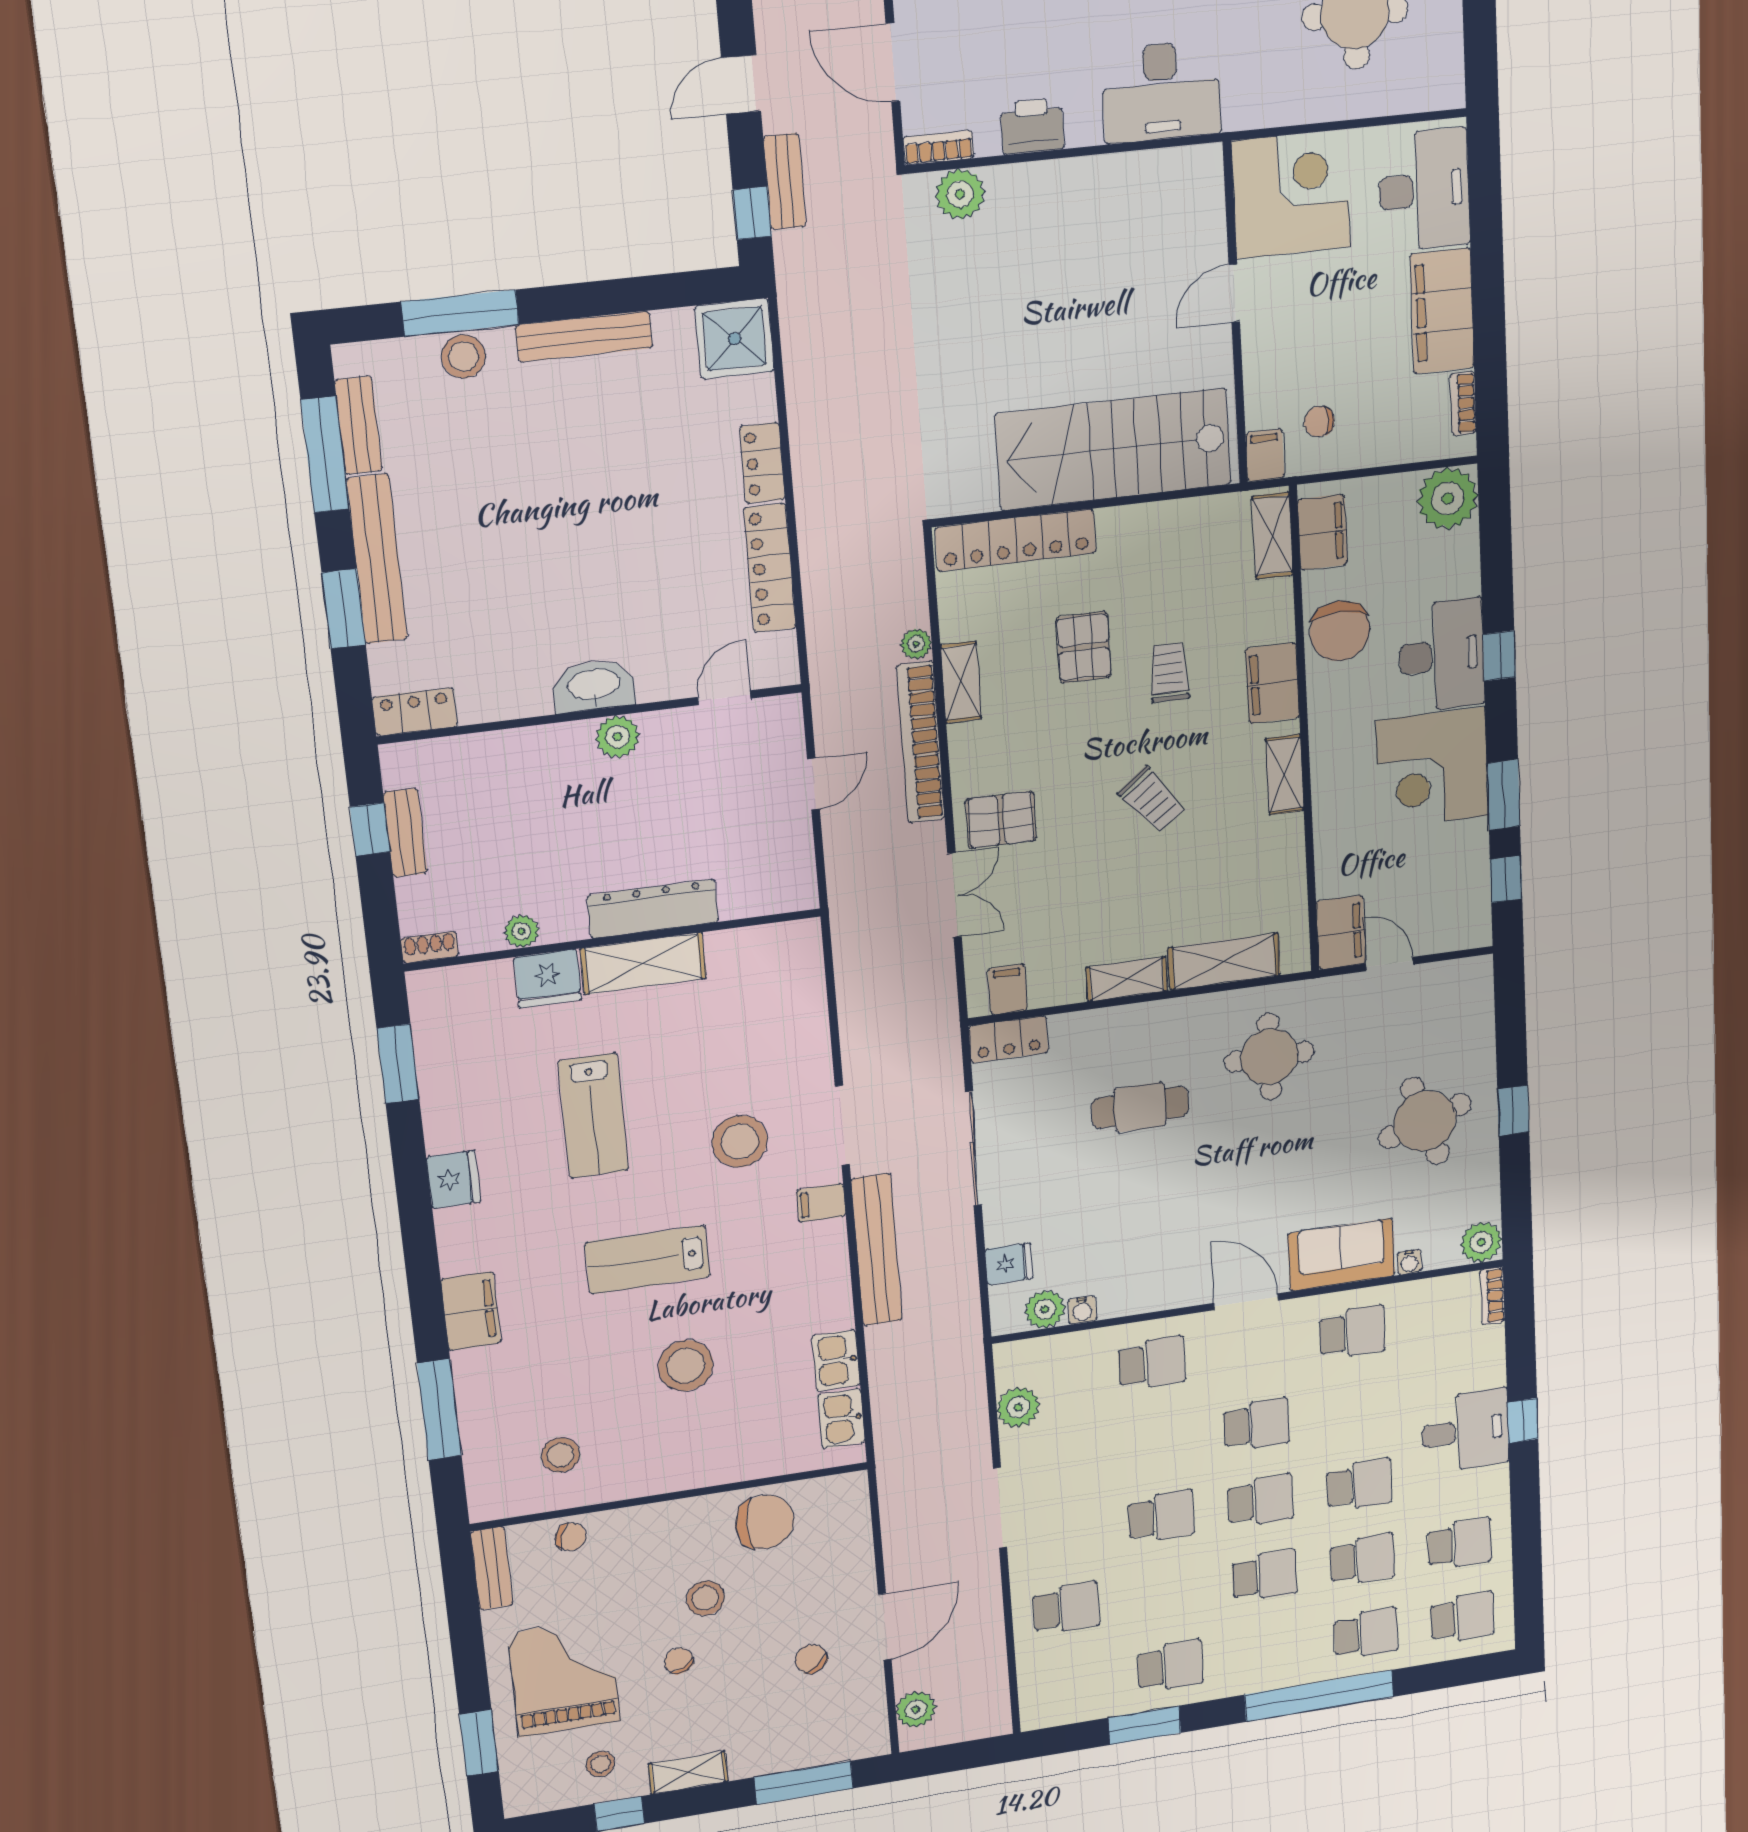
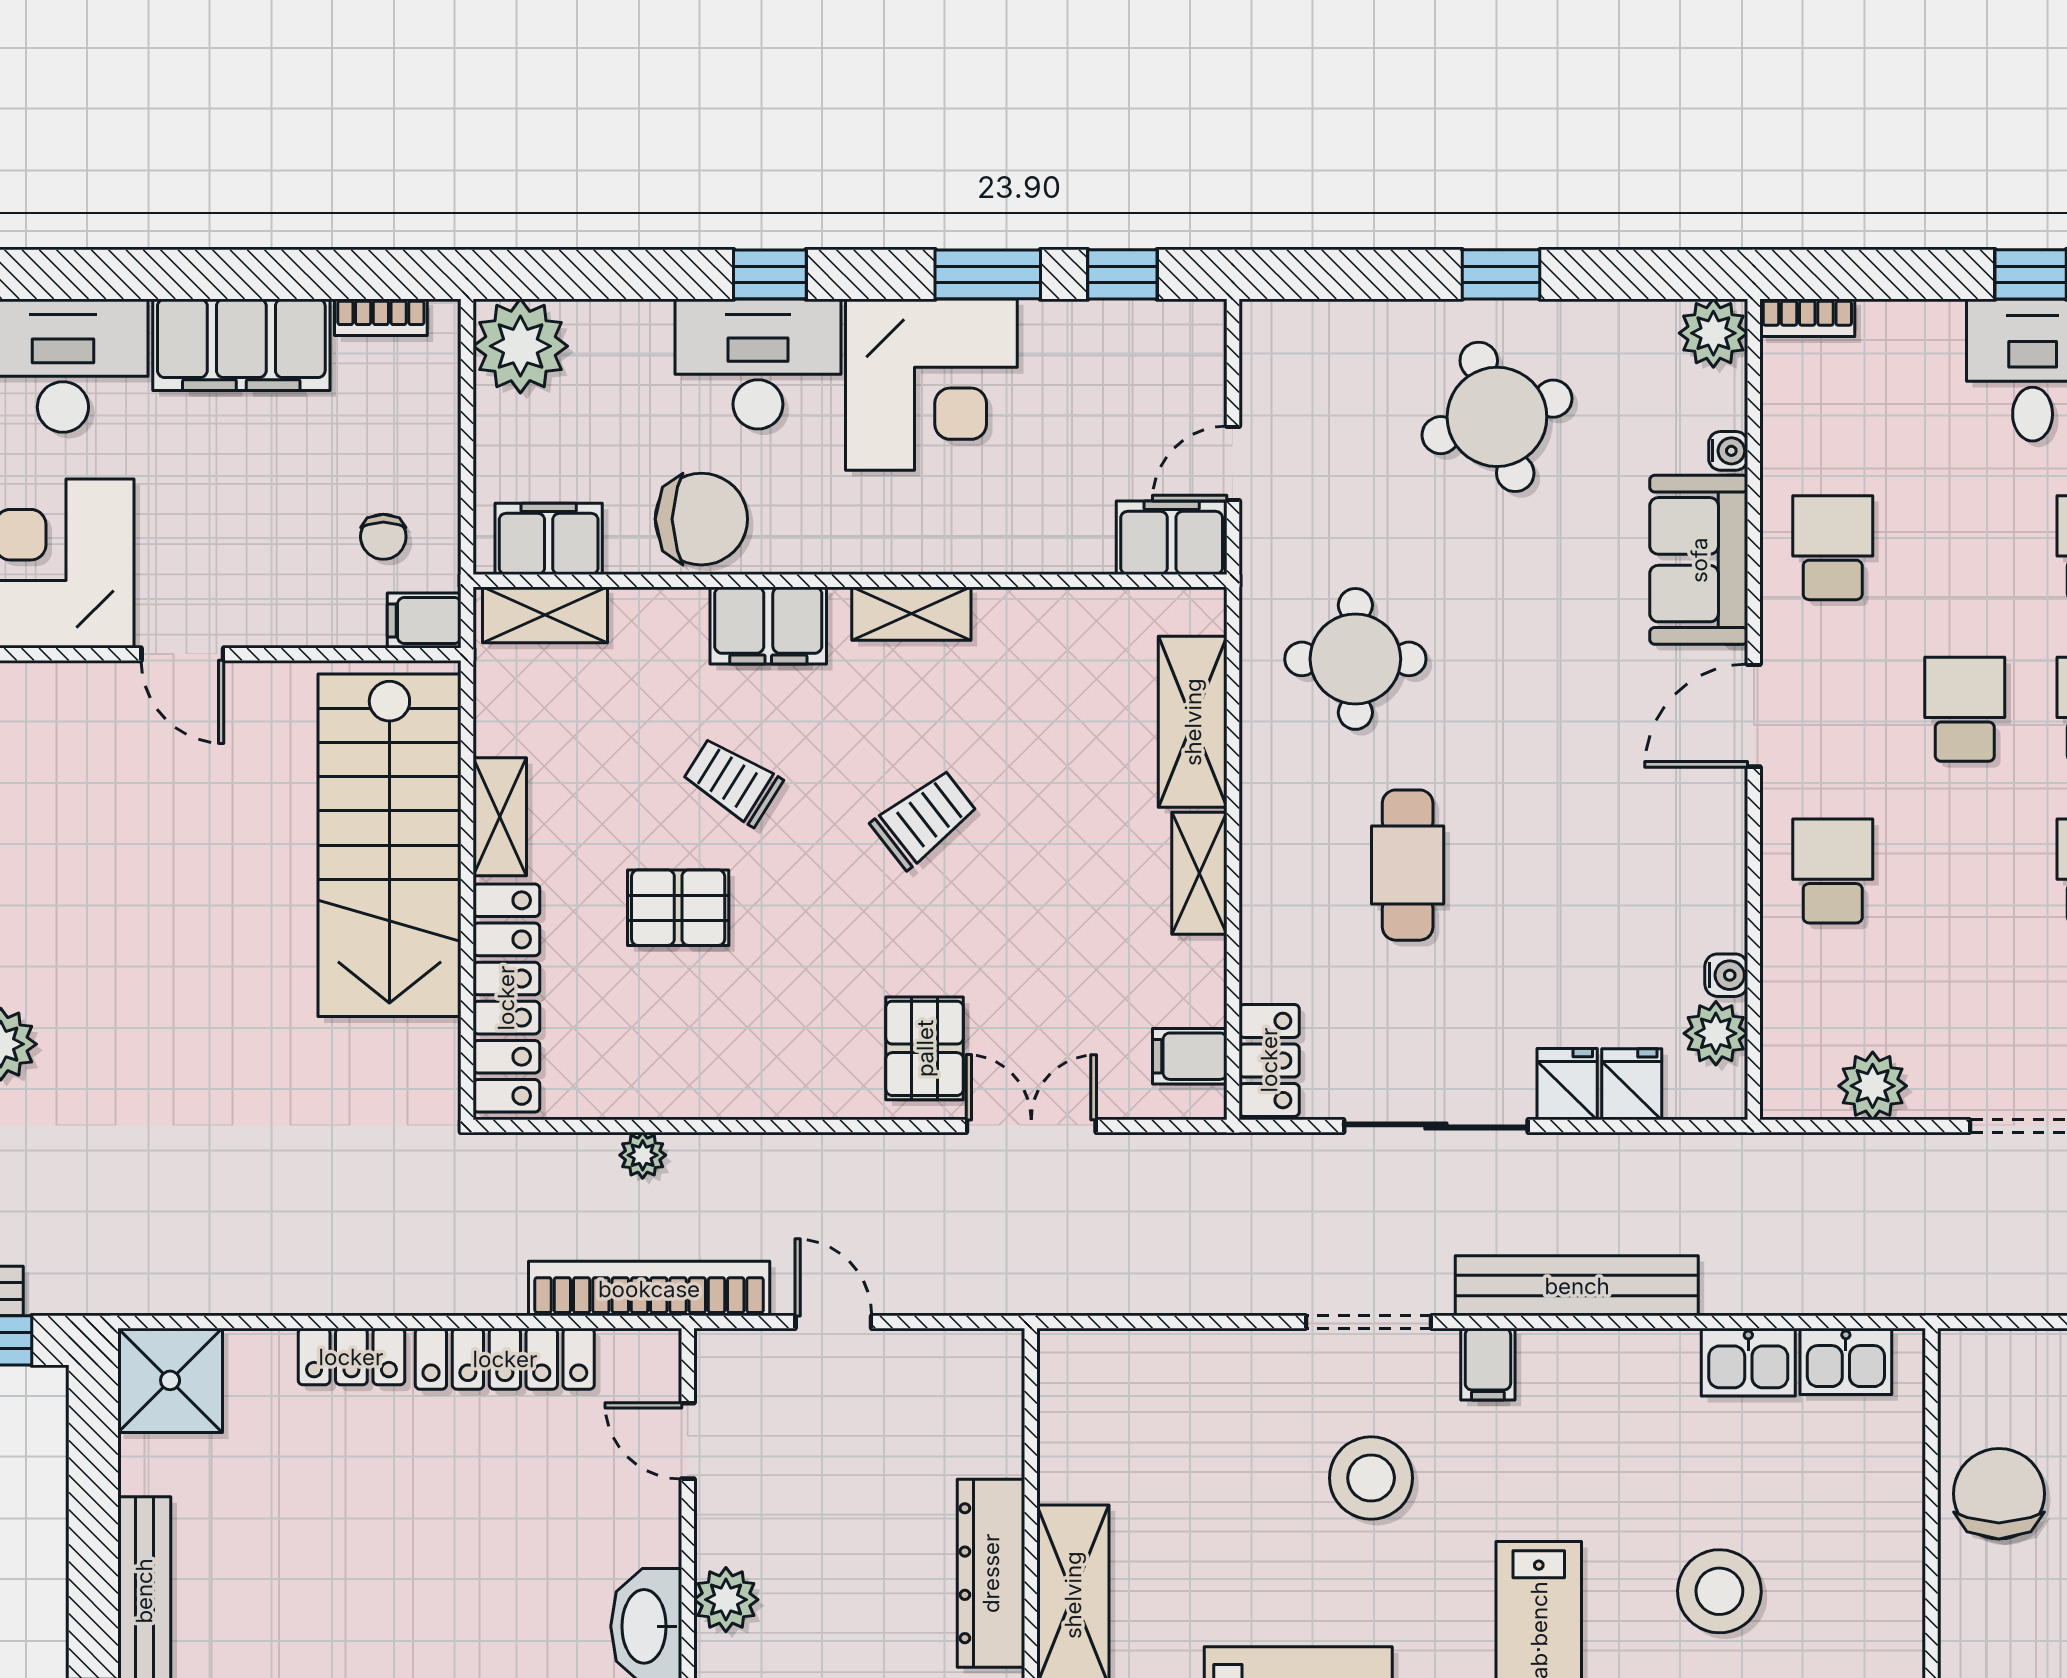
trolley: (1169, 673) -> (732, 781), turned 32
shelving: (961, 682) -> (500, 817), moved, turned 90
bookcase: (921, 742) -> (649, 1289), moved, turned 180
fridge: (1006, 1225) -> (1567, 1084), added

